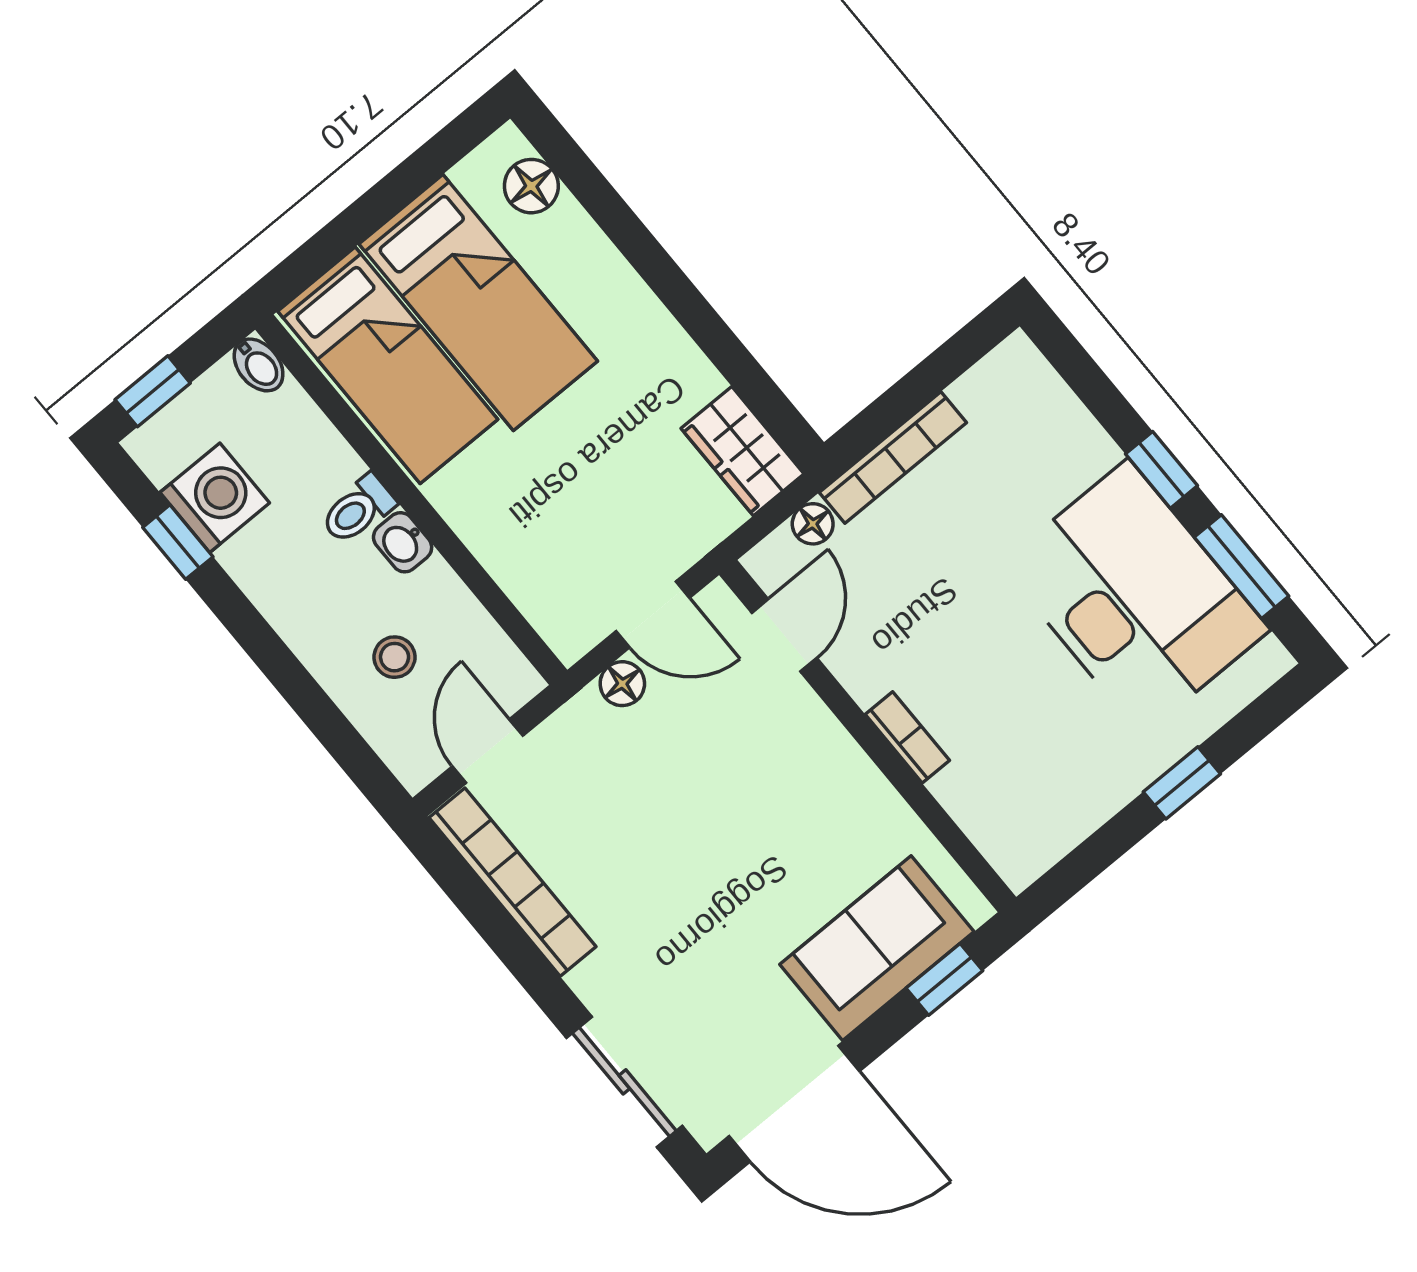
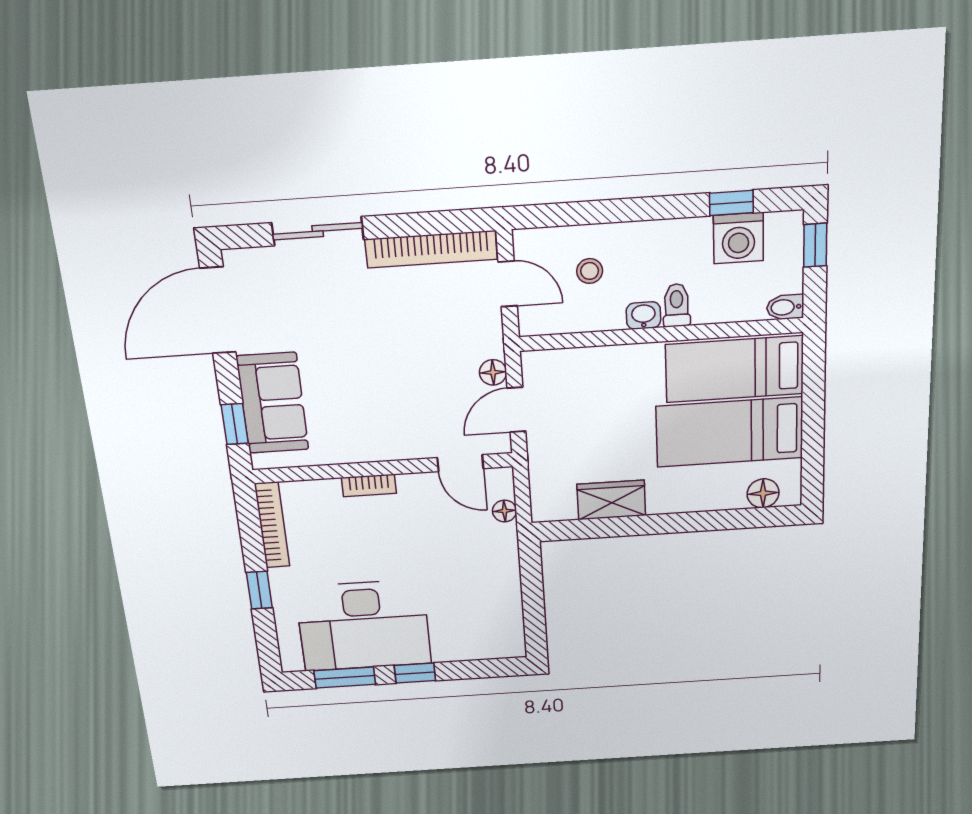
wardrobe: (743, 451) -> (611, 500), moved
bookcase: (893, 458) -> (272, 525), moved, turned 180
sliding door: (624, 1082) -> (318, 231), moved

